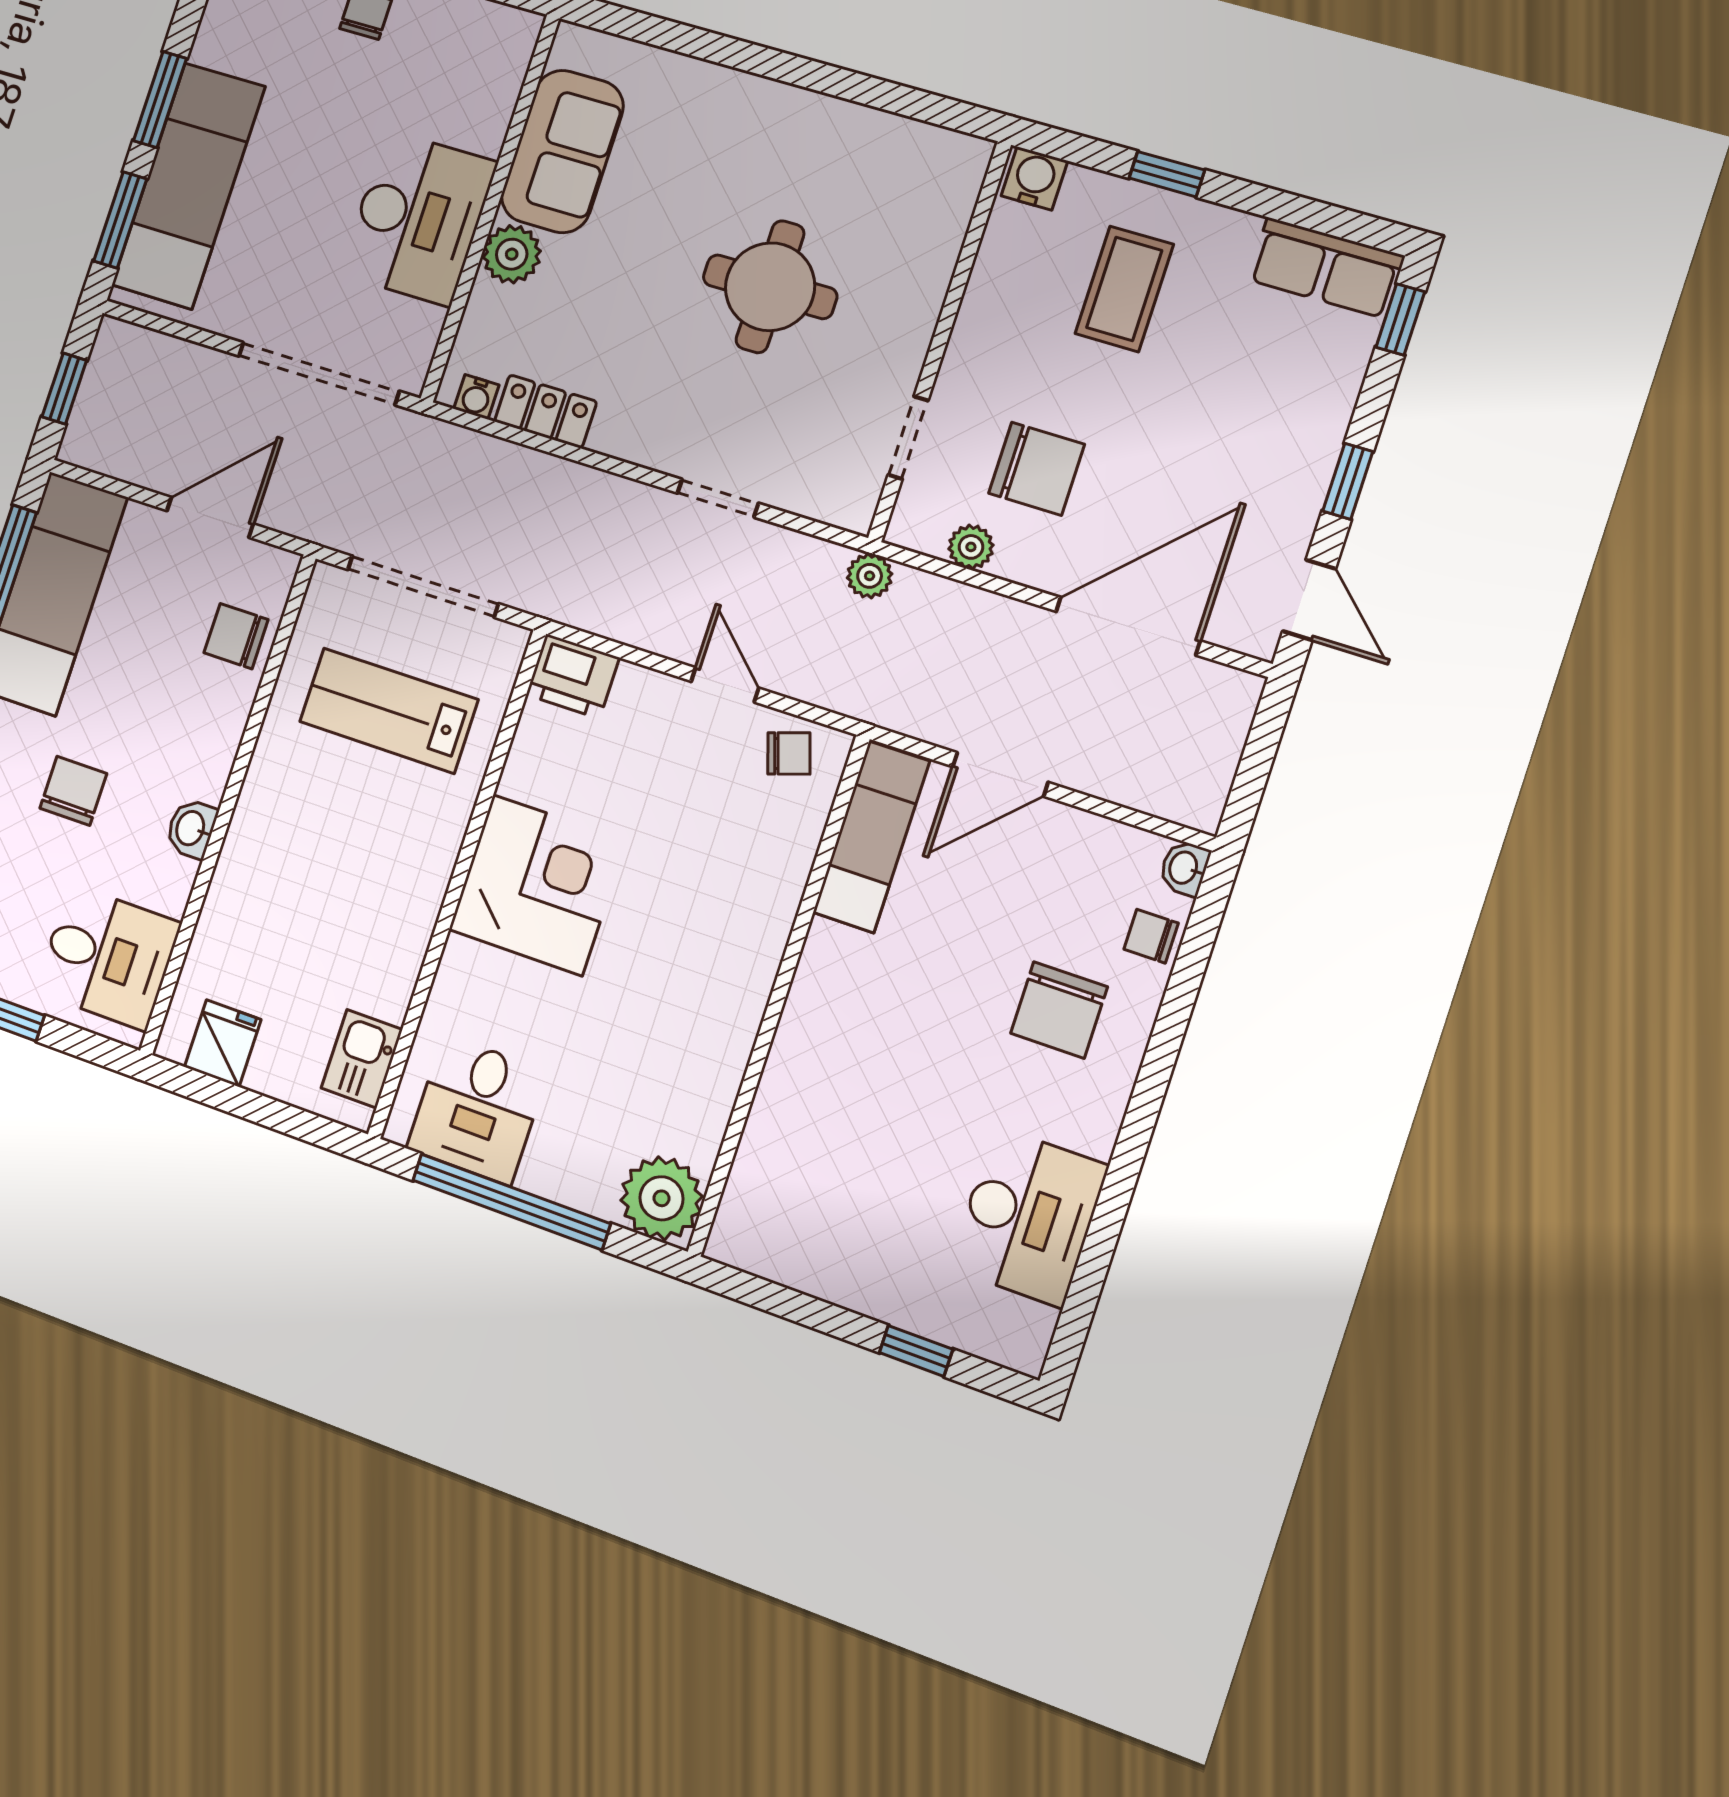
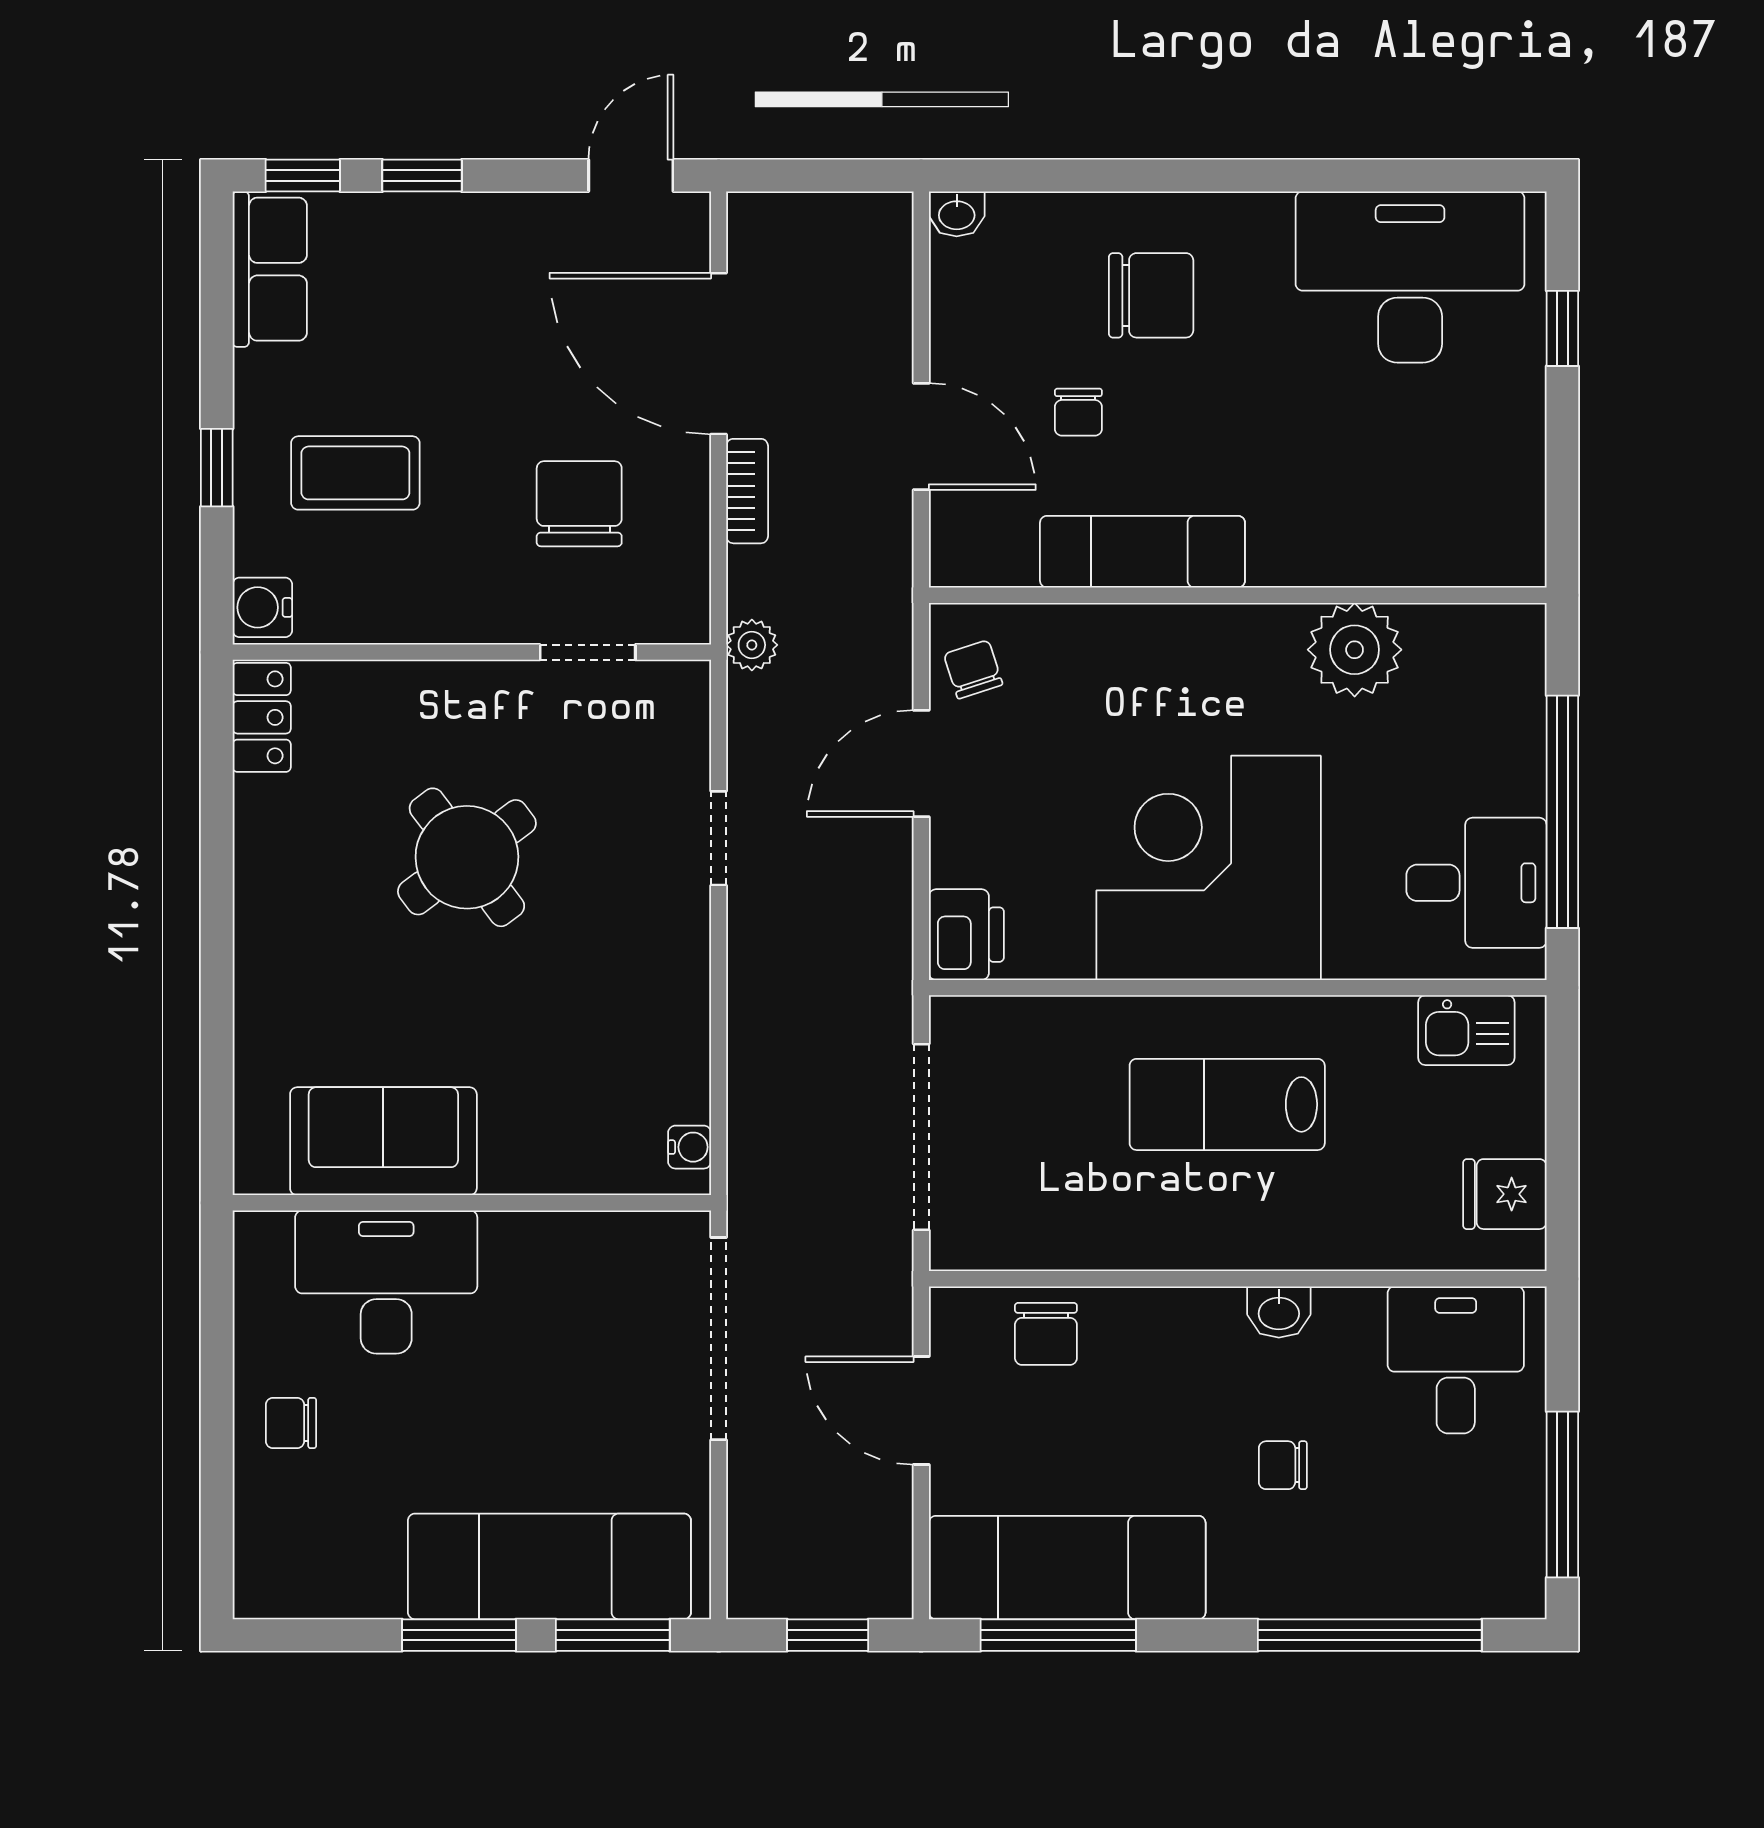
desk: (418, 218) -> (386, 1282), moved
plant: (512, 254) -> (517, 1161), removed
round table: (770, 287) -> (467, 857), turned -37
locker: (545, 412) -> (262, 717), moved, turned 180
window: (1348, 481) -> (422, 176), moved
plant: (971, 547) -> (686, 546), removed
bookcase: (1001, 613) -> (747, 491), added
door: (725, 685) -> (921, 763), width x1.38
lab bench: (389, 711) -> (1227, 1104), moved, turned 90
chair: (73, 791) -> (1283, 1465), width x0.73, depth x0.73
exam couch: (871, 837) -> (1142, 552), moved
corner desk: (537, 885) -> (1209, 868), width x1.36, depth x1.36
chair: (1151, 936) -> (1078, 412), moved
plant: (662, 1198) -> (1355, 650), moved
desk: (1029, 1217) -> (1410, 277), width x1.36, depth x1.30

